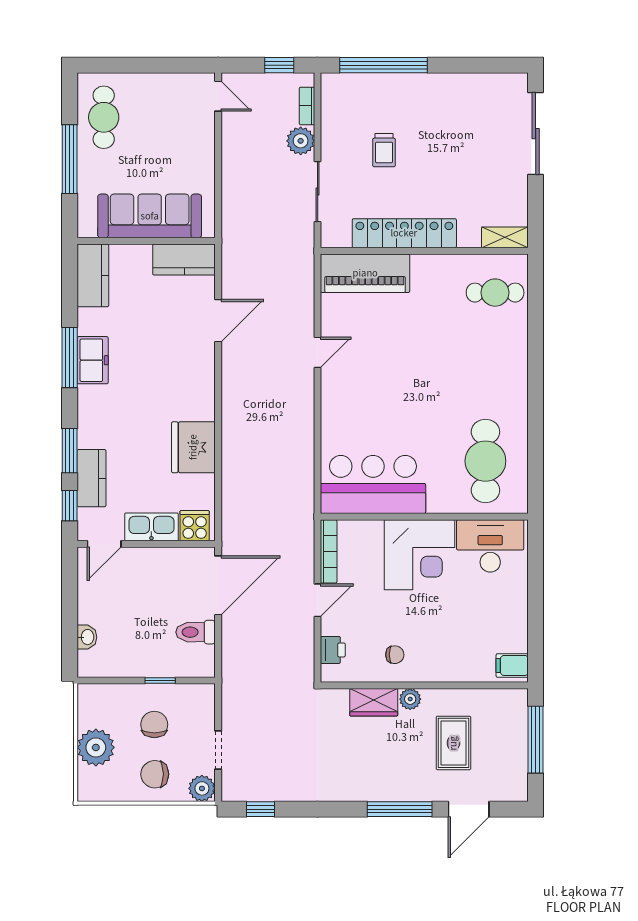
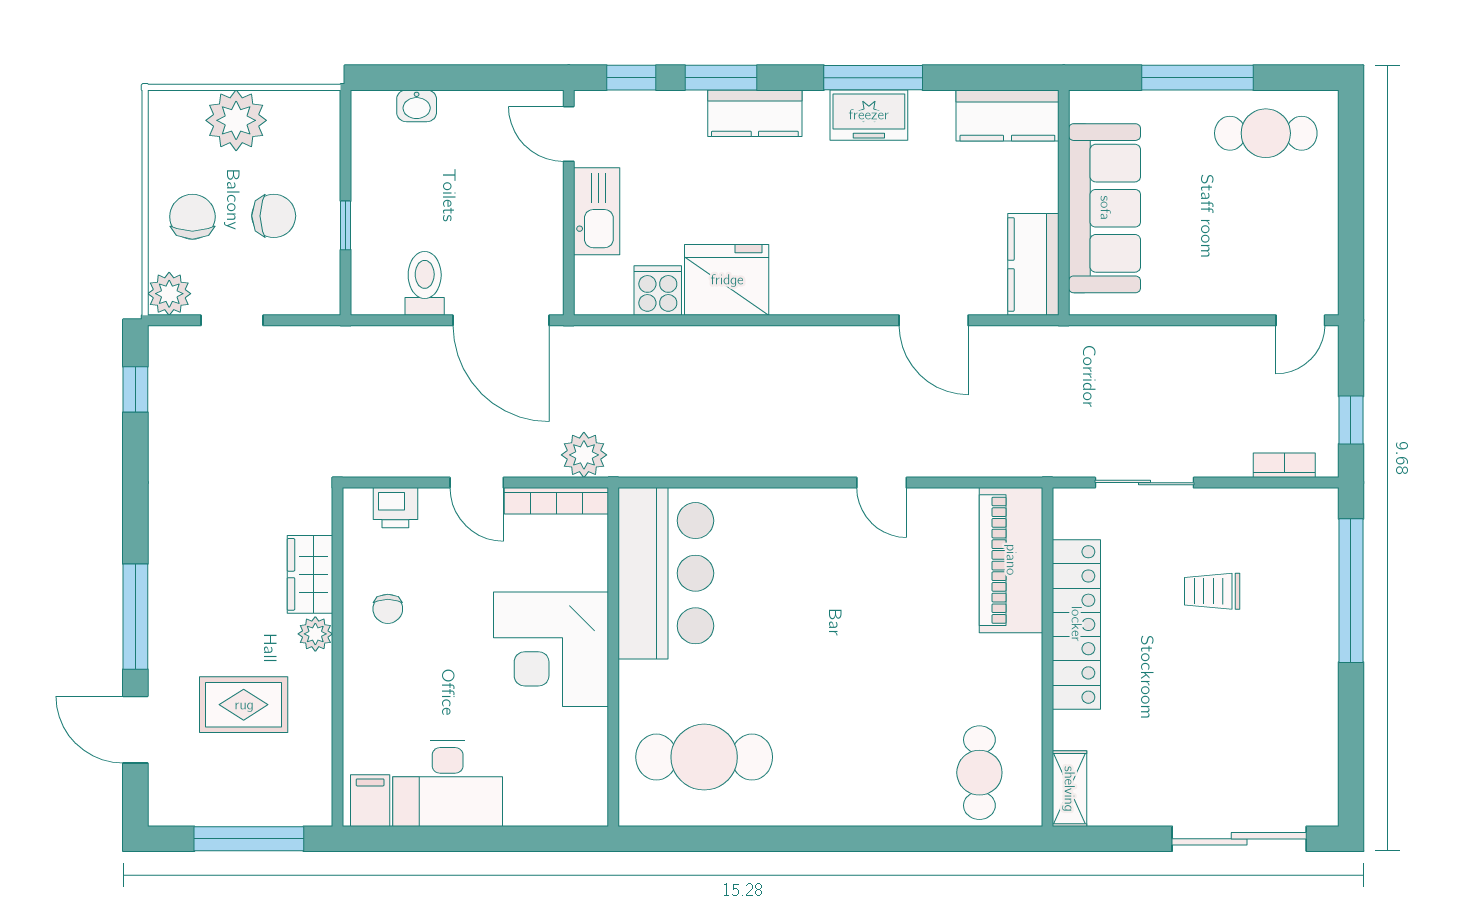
plant: (301, 141) -> (584, 455), moved
kitchen counter: (91, 478) -> (755, 113), moved
cooker: (195, 526) -> (658, 290), moved, turned -90
desk: (490, 546) -> (448, 784), moved, turned 90

